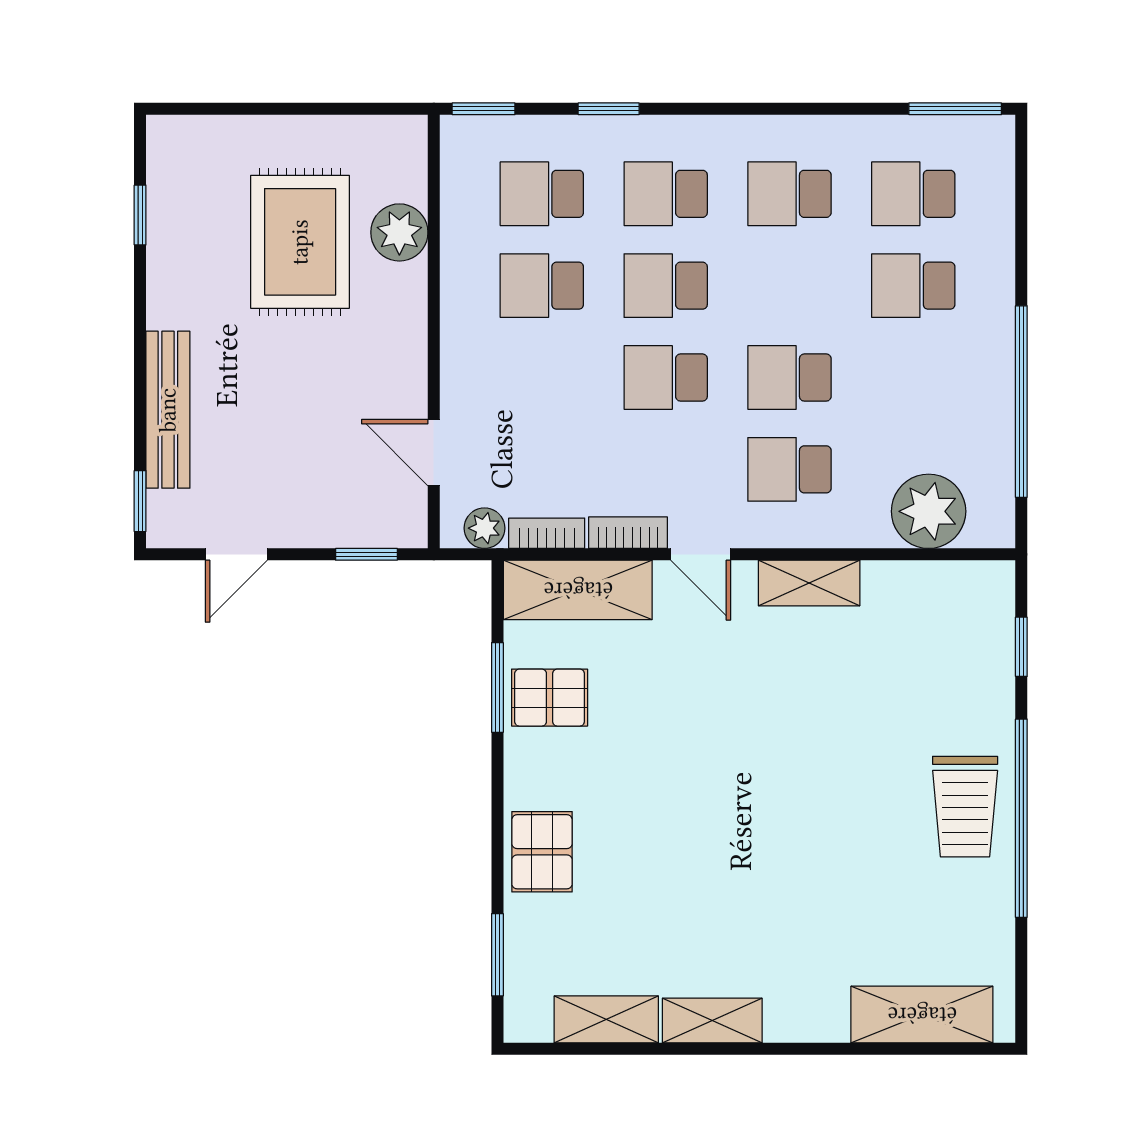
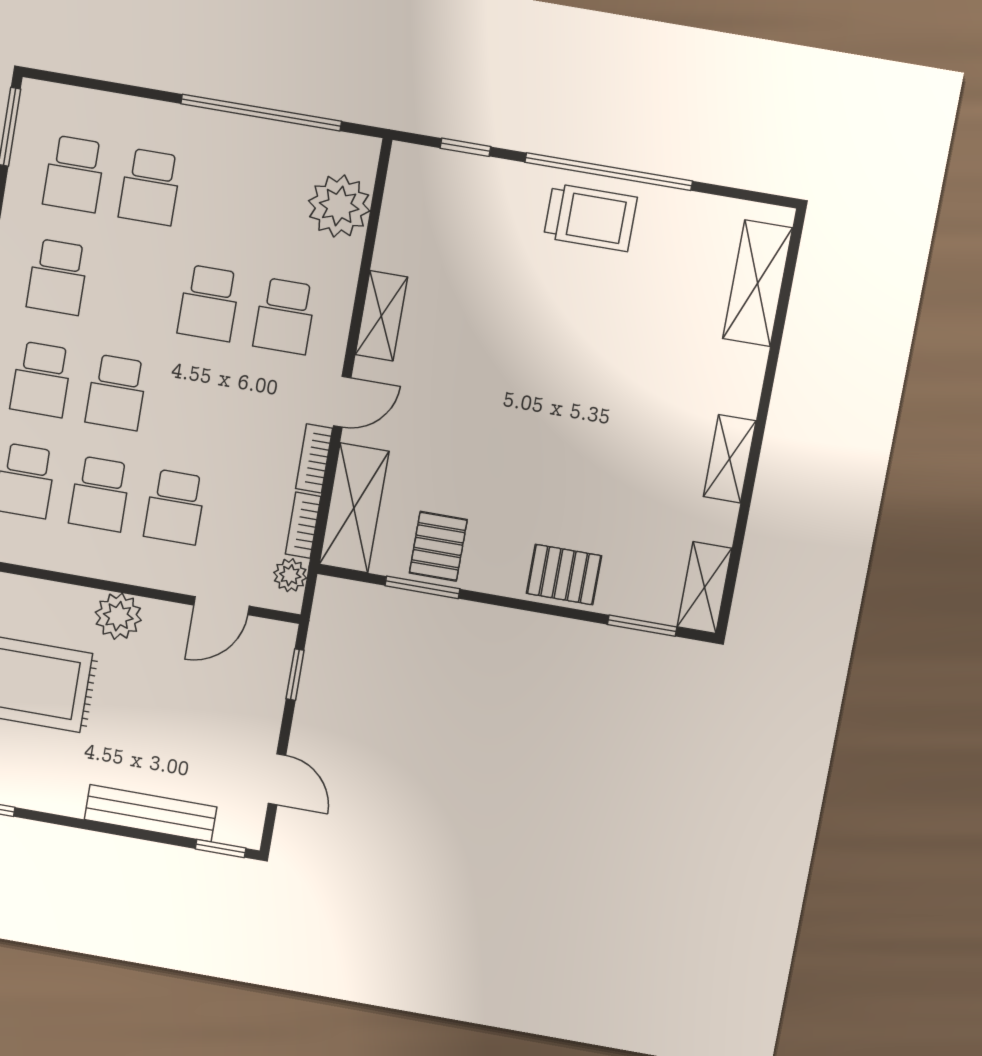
plant: (399, 232) -> (118, 616), moved
school desk: (666, 378) -> (175, 507), moved
shelving: (606, 1019) -> (704, 588), moved

